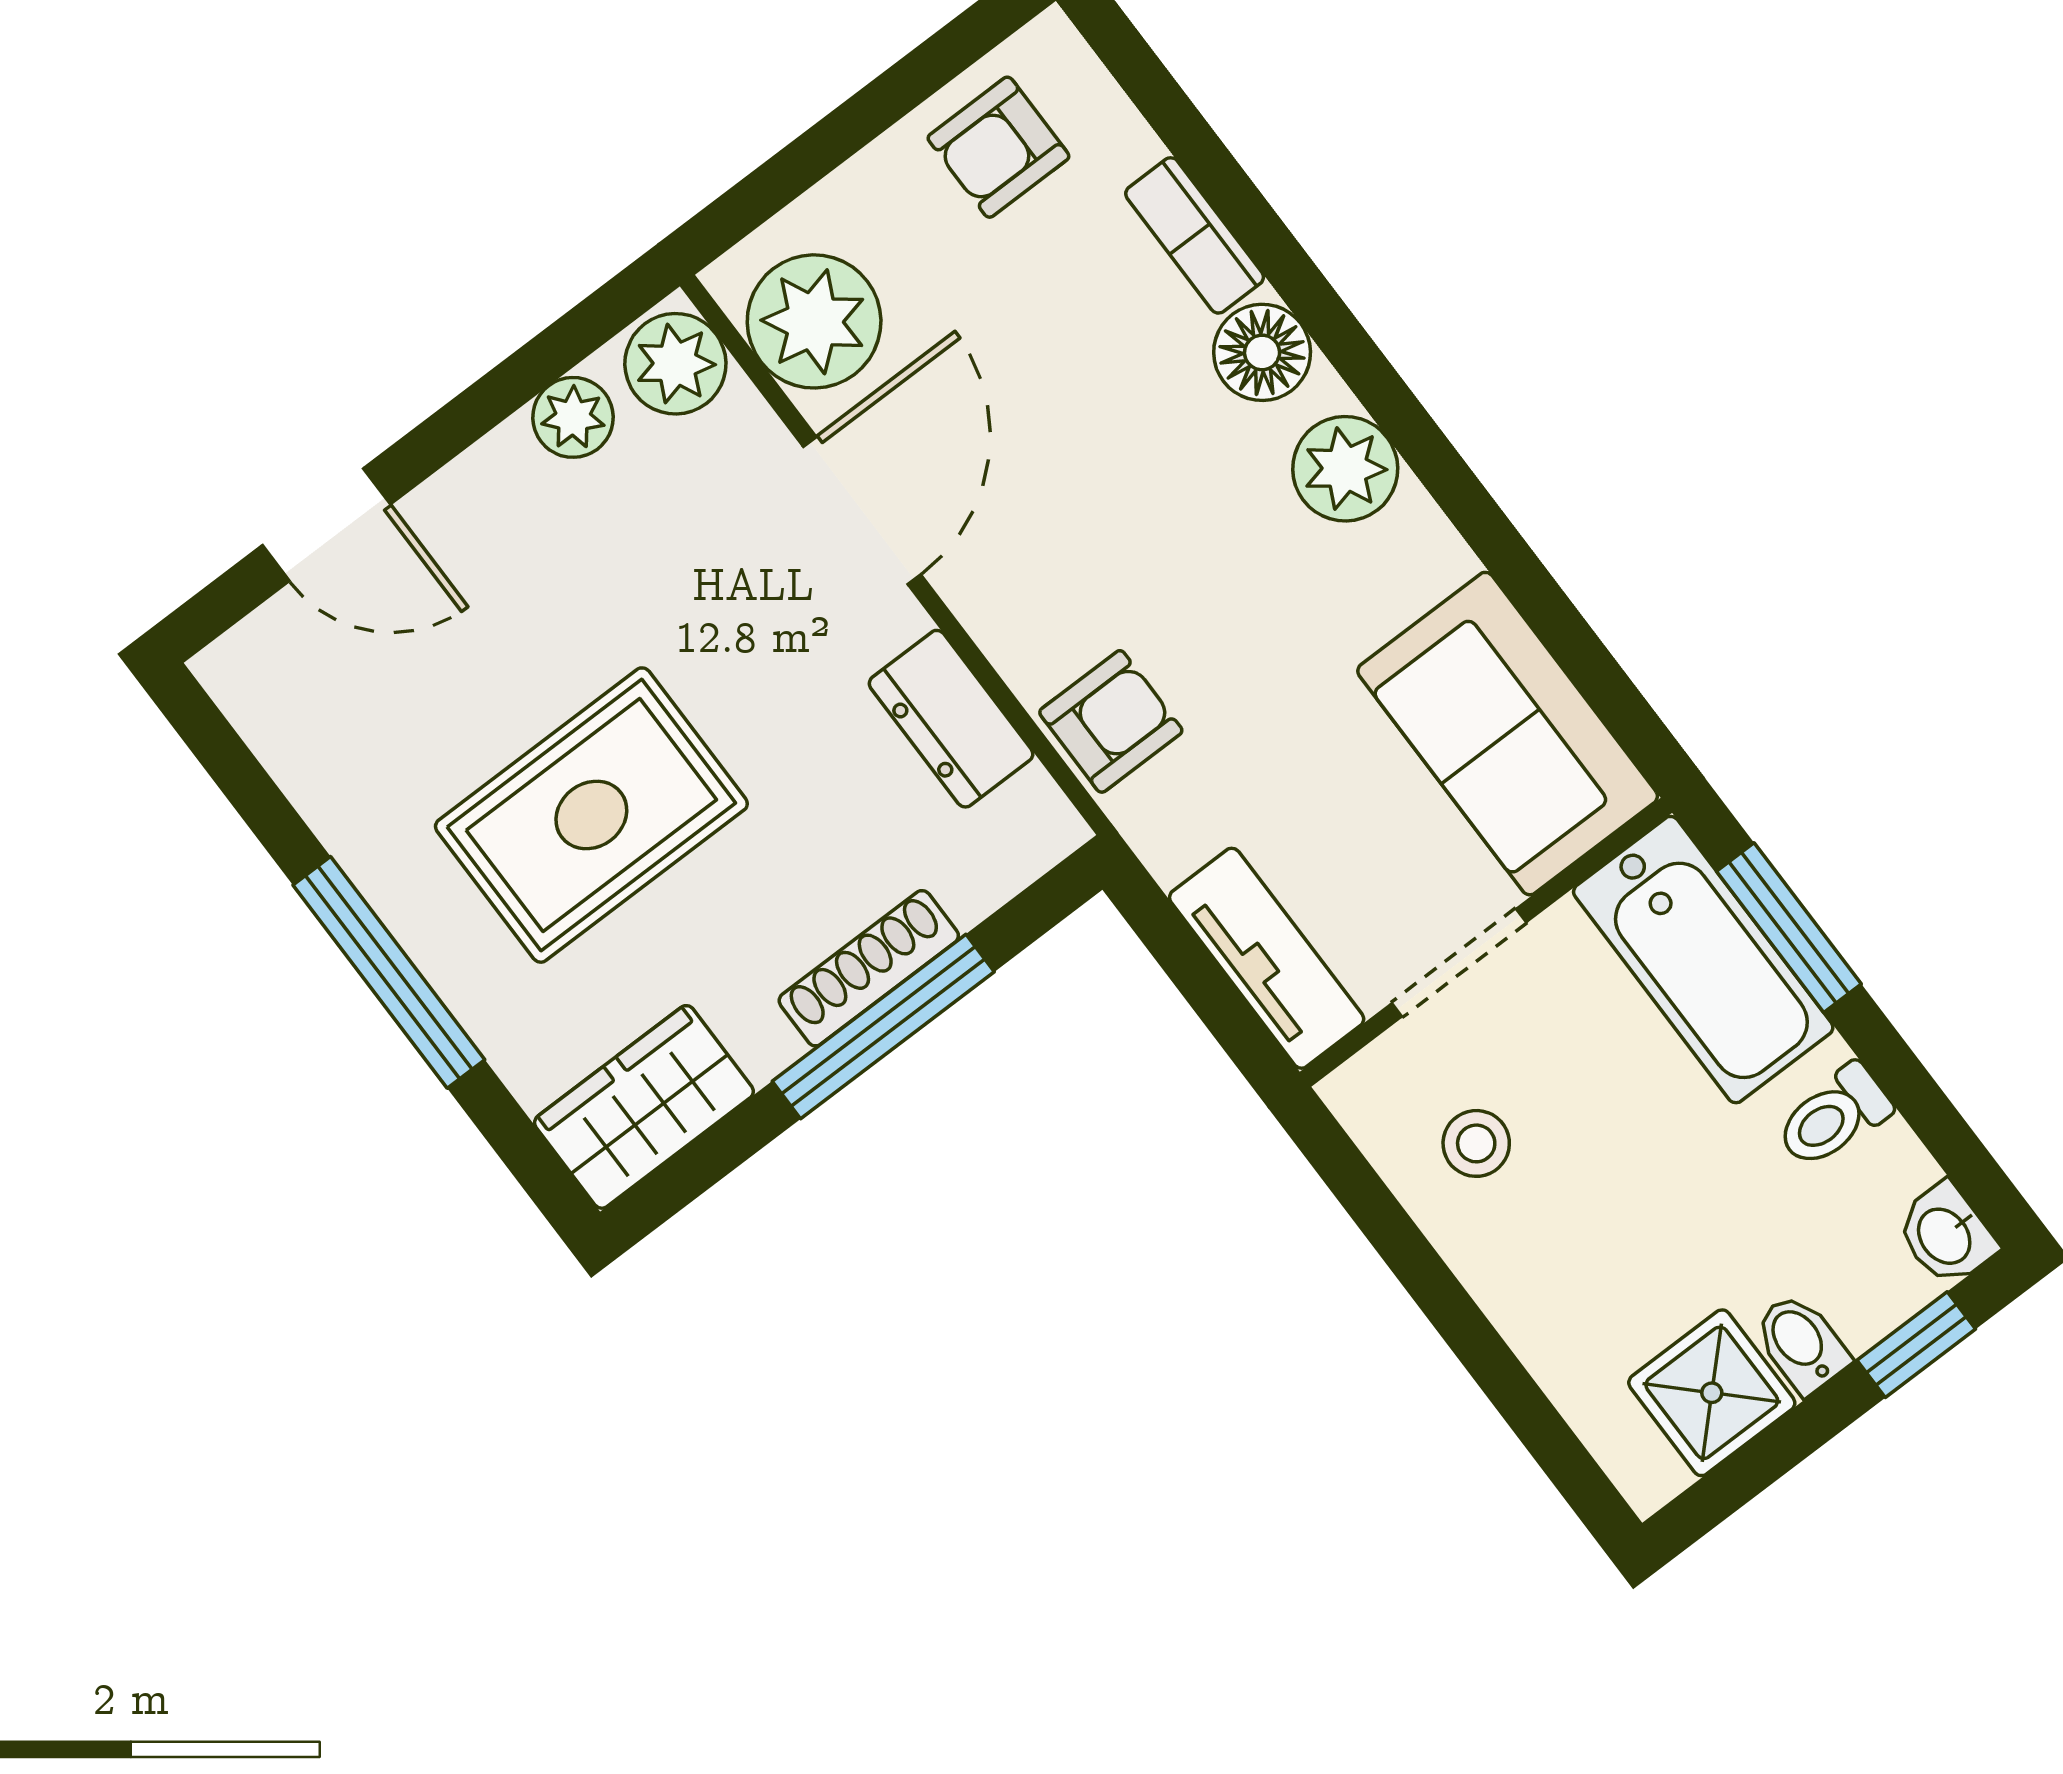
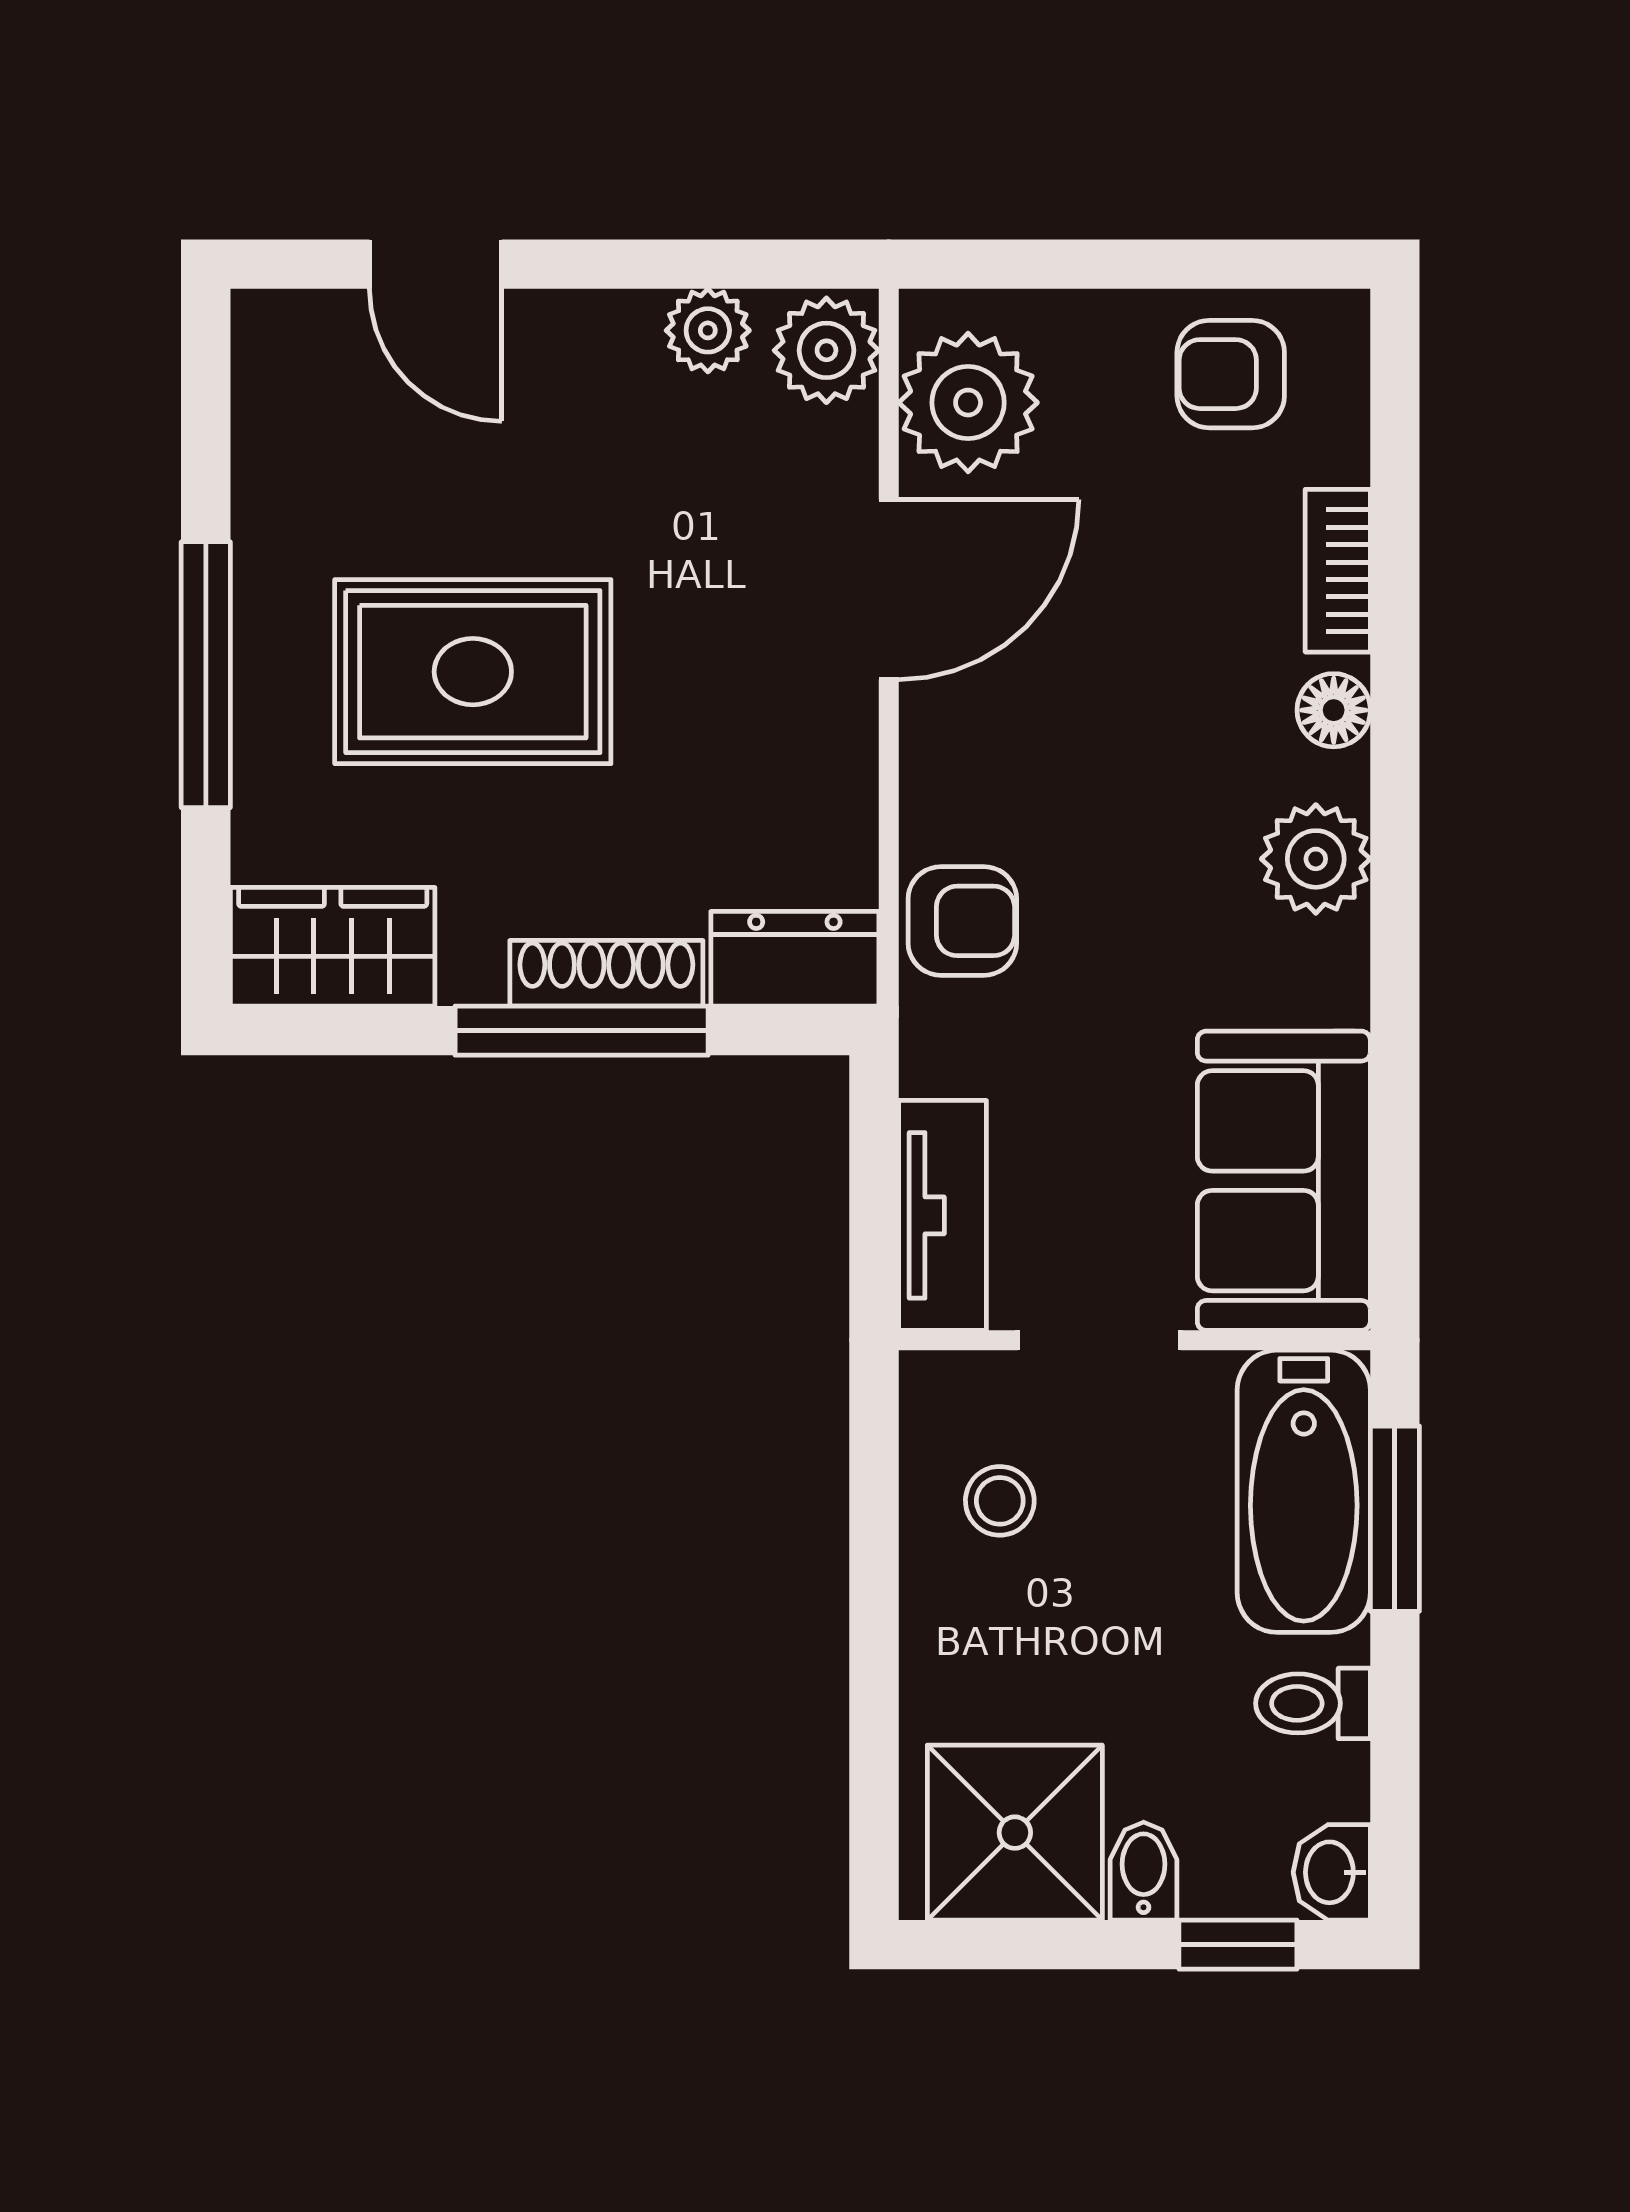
floor lamp: (1262, 352) -> (1334, 710), width x0.73, depth x0.73
dresser: (951, 719) -> (795, 959), moved, turned 90
shower: (1712, 1393) -> (1015, 1833), width x1.36, depth x1.36

